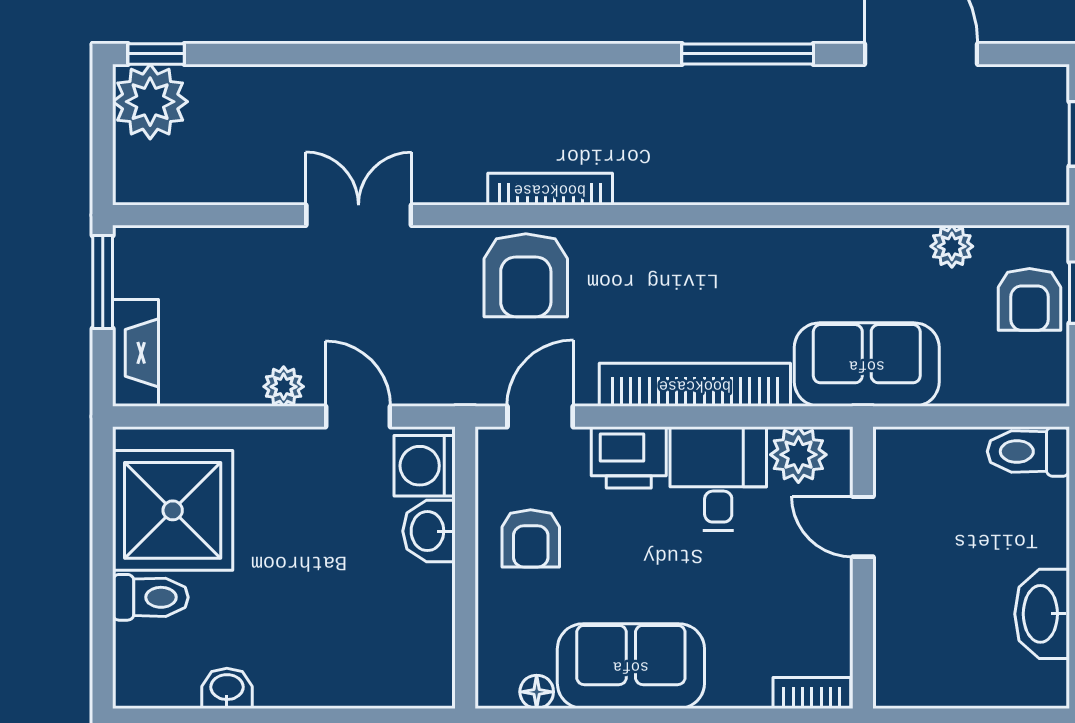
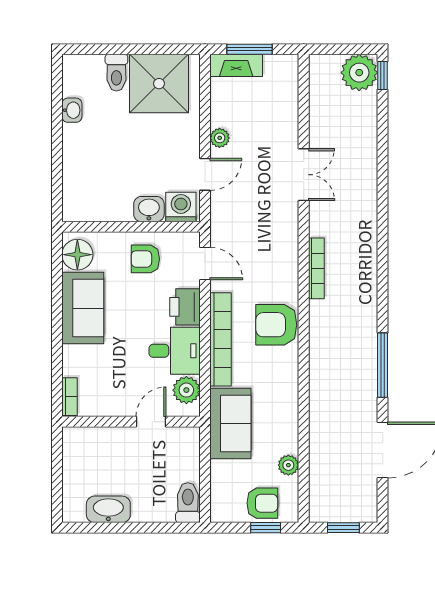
armchair: (526, 275) -> (276, 325), moved
window: (103, 282) -> (250, 49), moved
armchair: (1029, 299) -> (262, 503), turned 180
floor lamp: (537, 692) -> (77, 255), width x1.89, depth x1.89

